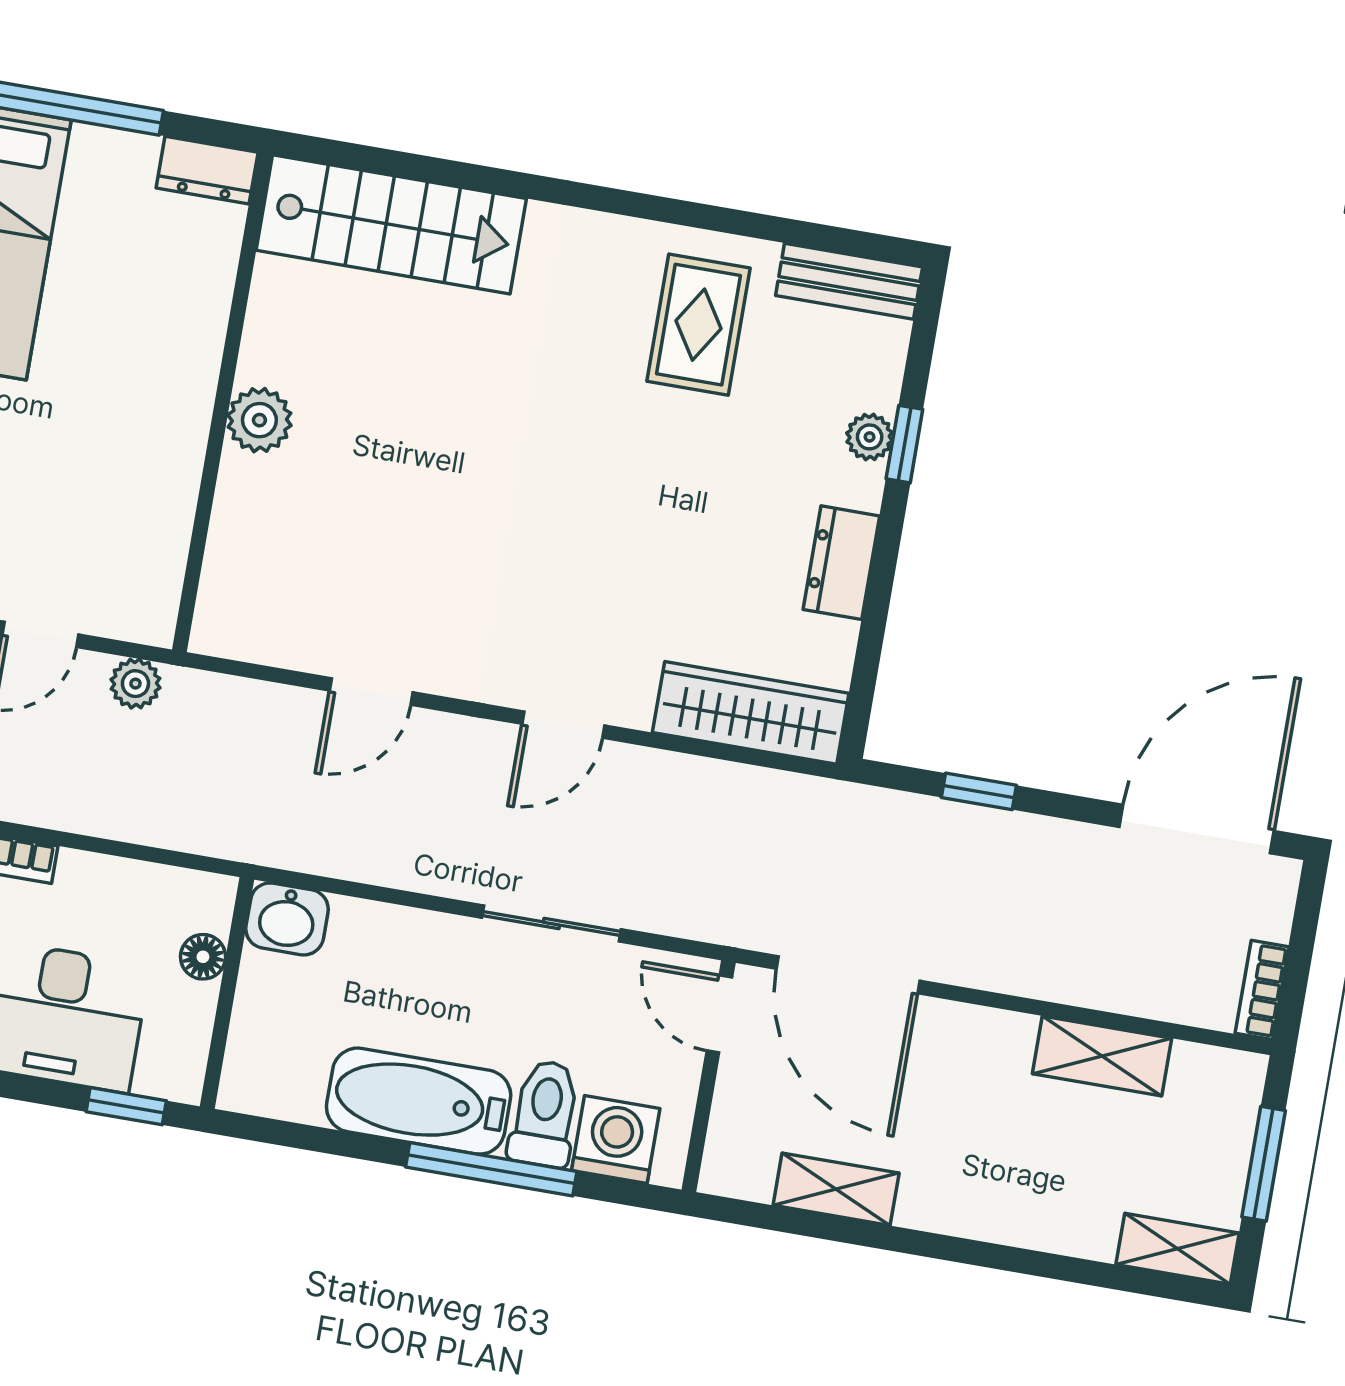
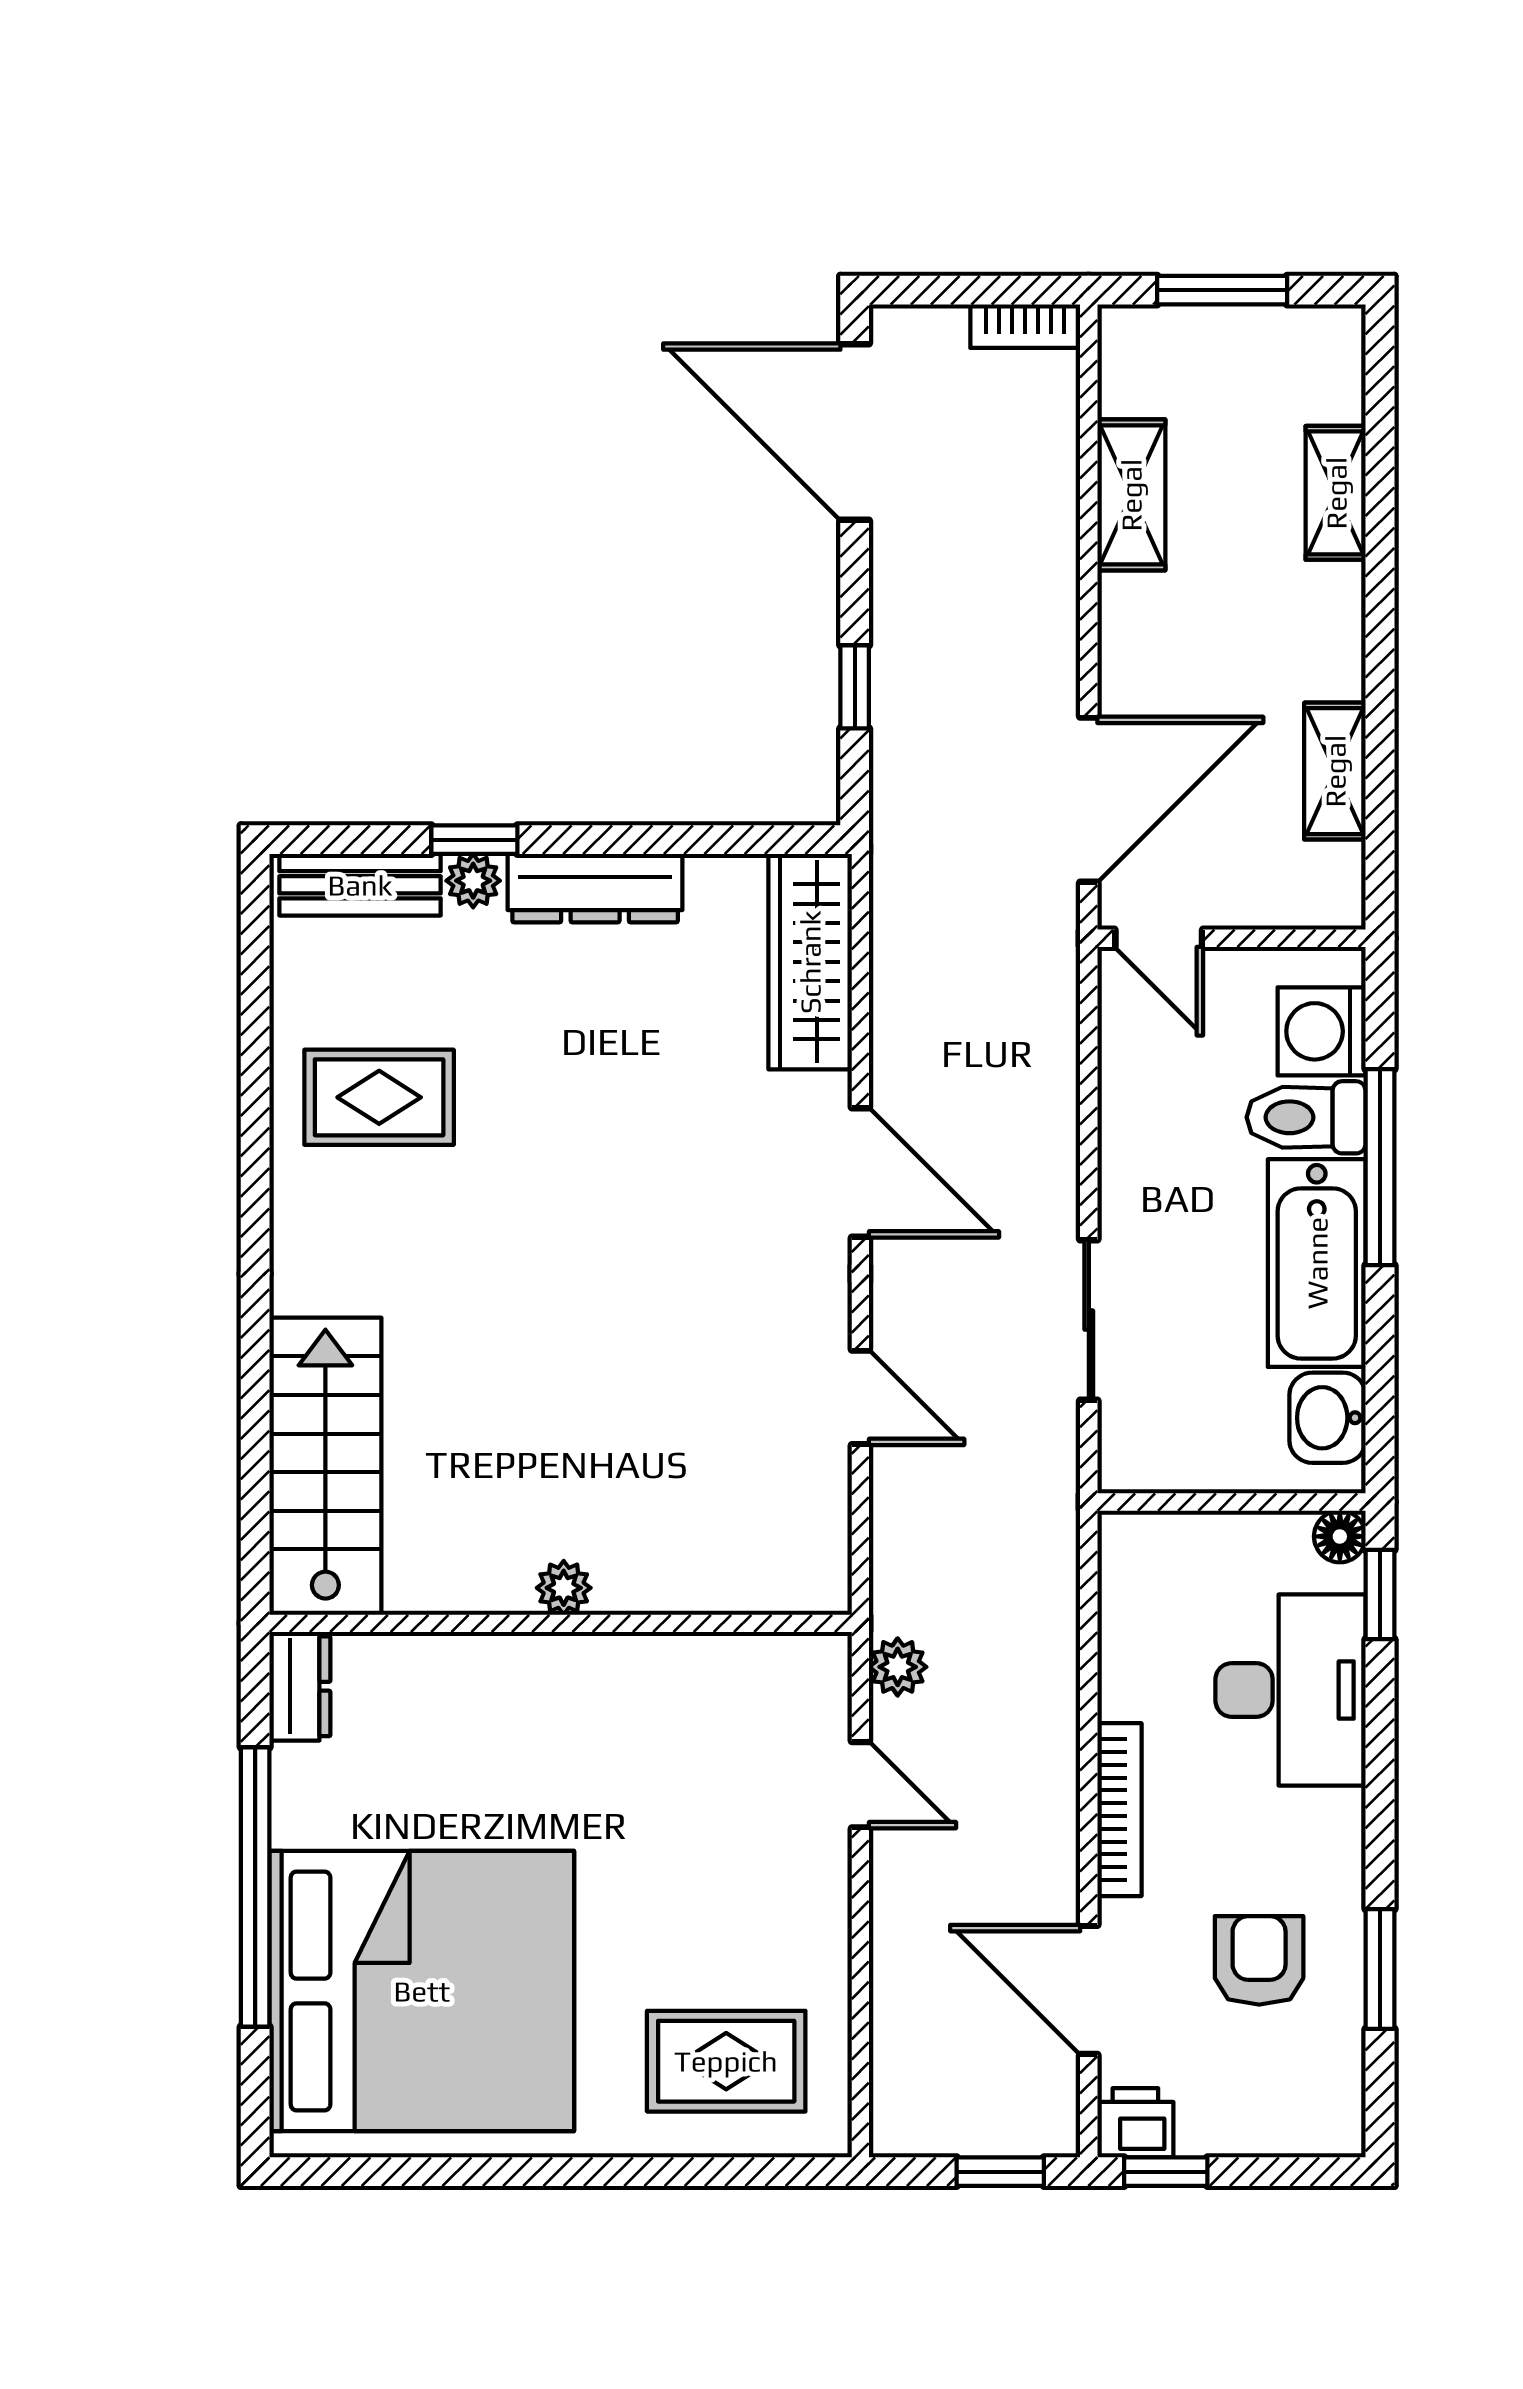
bench: (849, 281) -> (360, 885), moved, turned 90
plant: (259, 420) -> (564, 1588), width x0.73, depth x0.73
dresser: (841, 563) -> (595, 888), width x1.44
door: (563, 725) -> (860, 1173), width x1.38
washbasin: (287, 919) -> (1328, 1418), moved, turned 180
sliding door: (552, 924) -> (1089, 1320), moved
floor lamp: (203, 957) -> (1340, 1536), moved
door: (719, 1014) -> (1159, 938), hinge flipped
shelving: (1177, 1249) -> (1336, 493), moved

